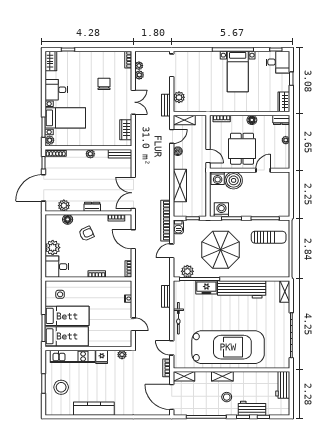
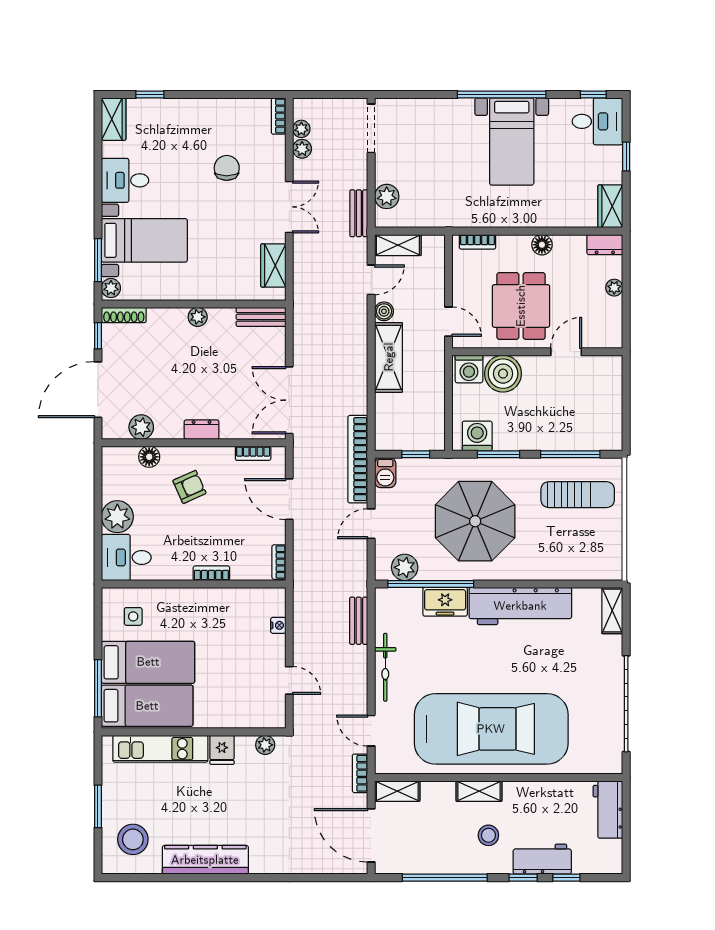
shelving: (180, 186) -> (389, 357), moved
stool: (61, 387) -> (133, 839), moved

